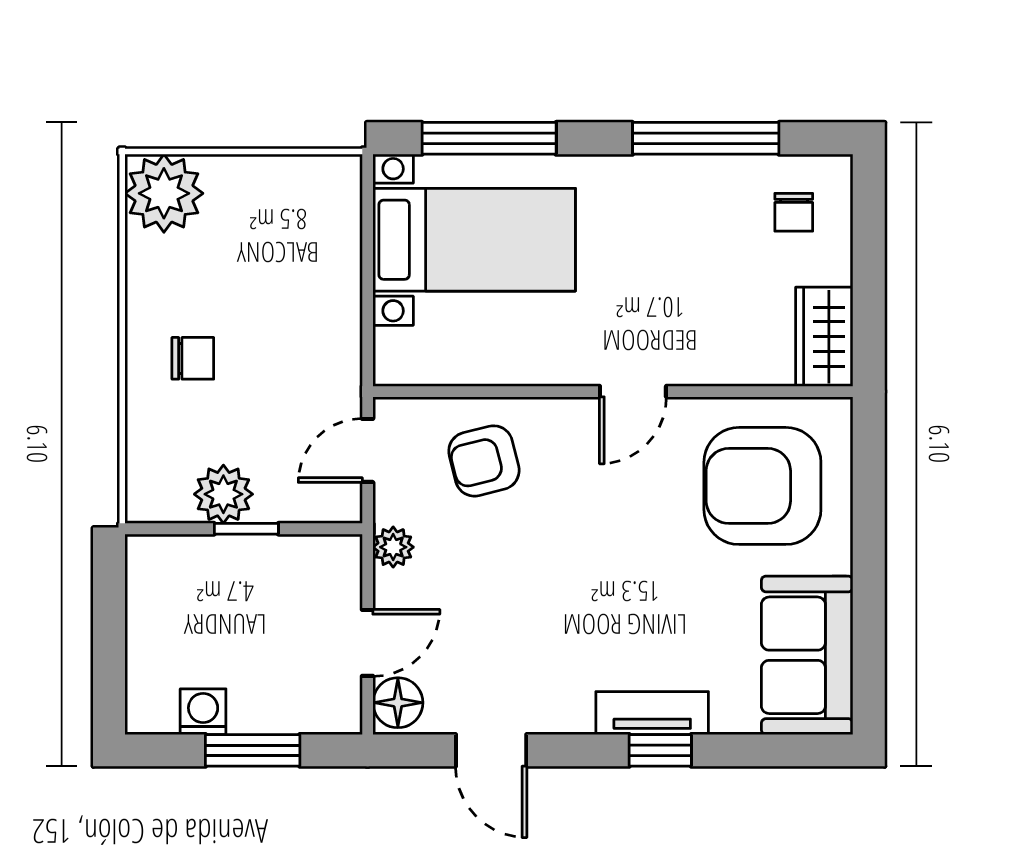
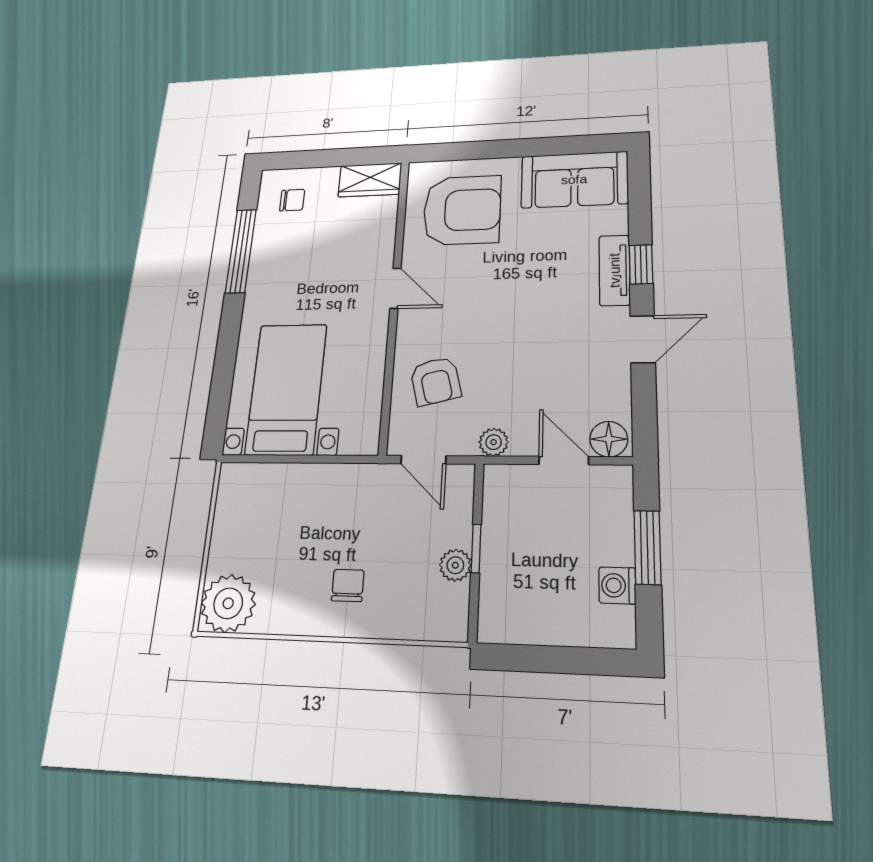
window: (489, 138) -> (222, 380), removed
armchair: (762, 486) -> (462, 210), turned -90
plant: (223, 494) -> (455, 565), width x0.73, depth x0.73
door: (491, 750) -> (643, 339), moved

